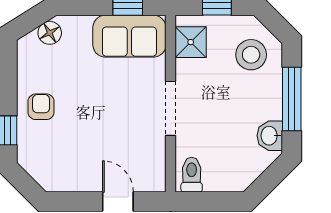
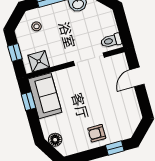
stool: (251, 55) -> (37, 26), width x0.53, depth x0.53
doorway: (171, 108) -> (89, 59), moved

